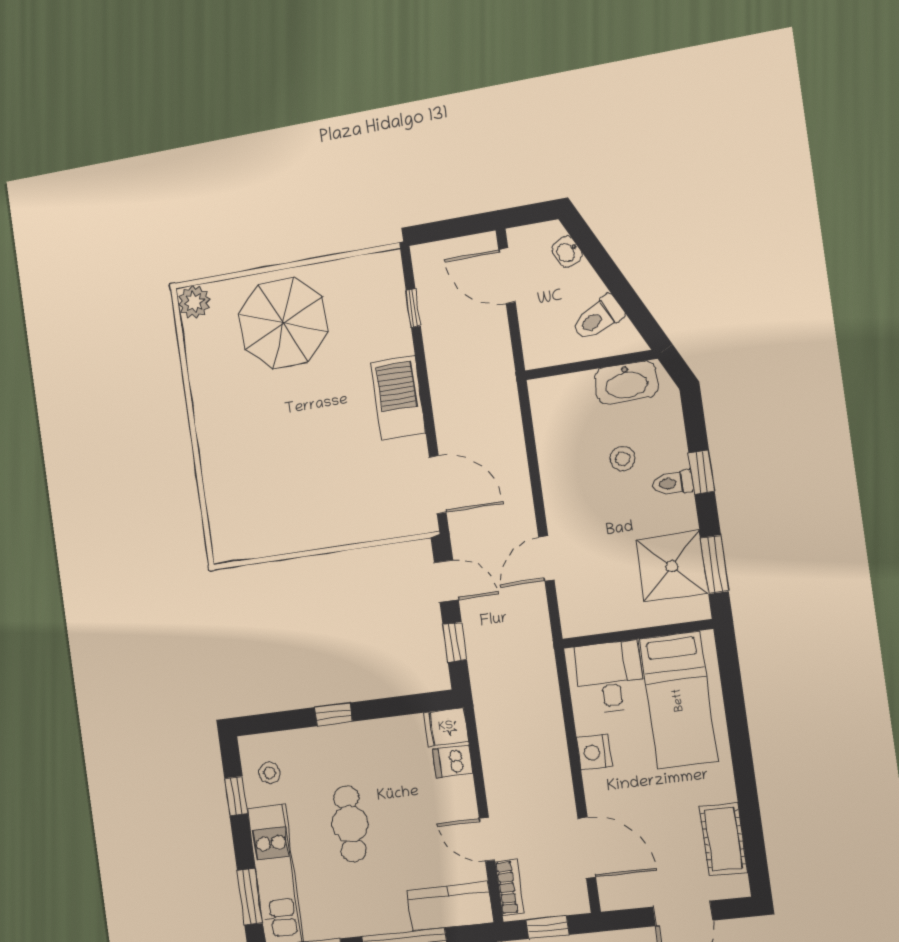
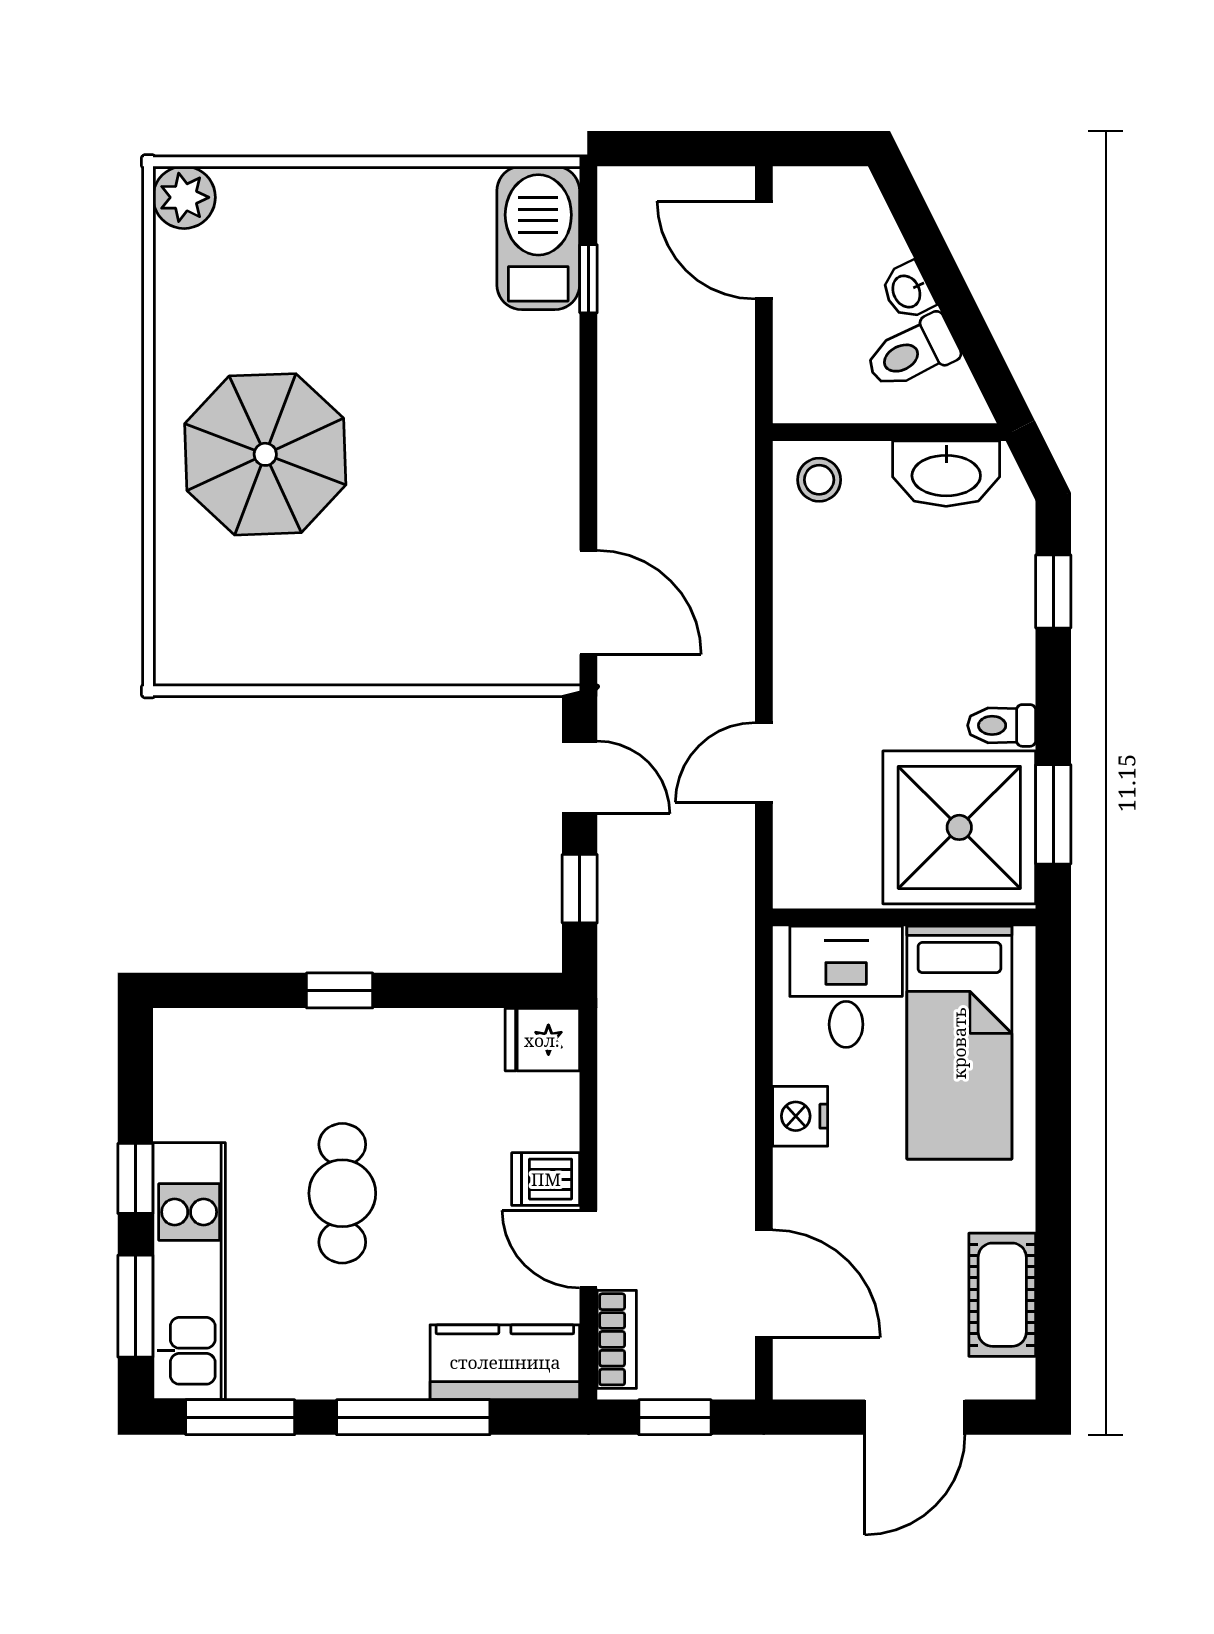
washbasin: (567, 252) -> (907, 291), moved
parasol: (284, 323) -> (265, 454), moved
barbecue: (398, 398) -> (538, 238), moved
stool: (622, 459) -> (819, 480), moved
window: (702, 472) -> (1053, 591), moved
toilet: (673, 483) -> (1002, 725), moved
shower: (672, 566) -> (959, 827), width x1.37, depth x1.37
dishwasher: (452, 761) -> (546, 1179), moved
stool: (269, 773) -> (205, 1083), removed
window: (236, 796) -> (135, 1178), moved

